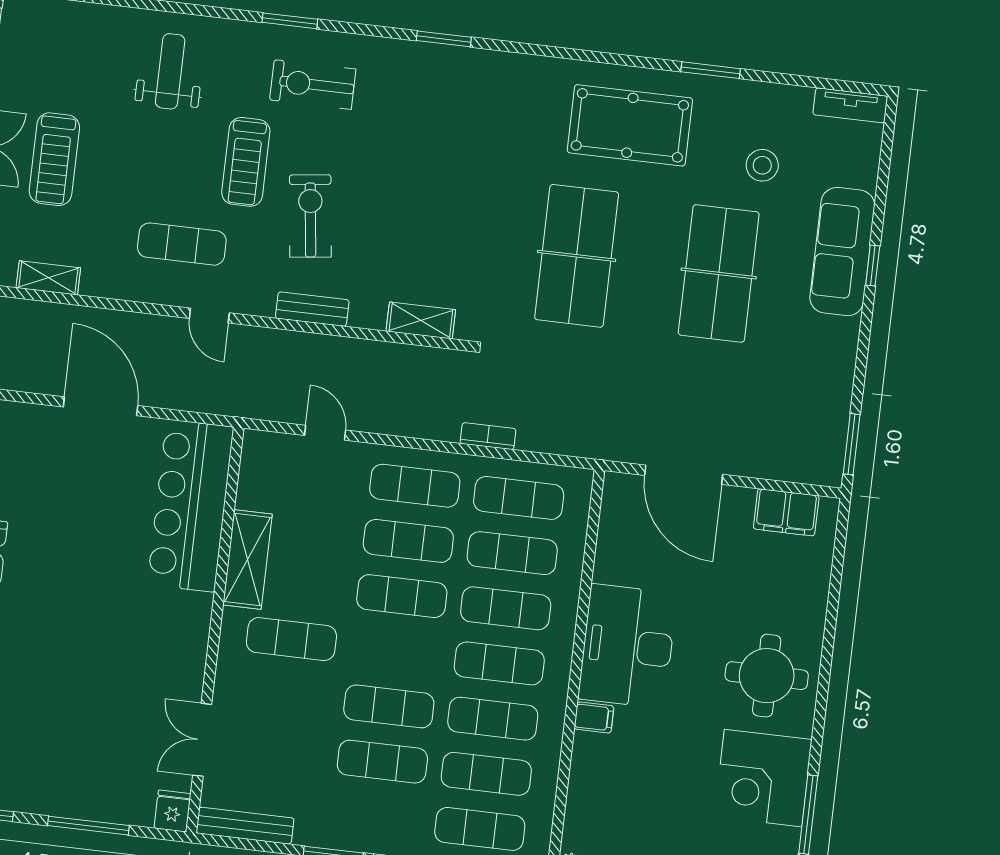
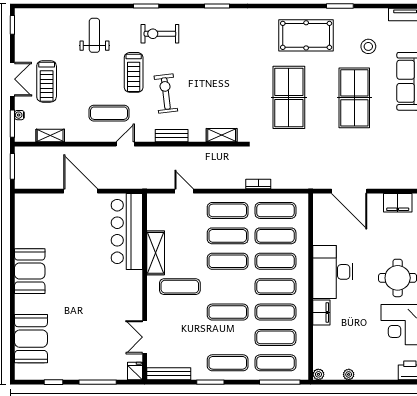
door: (209, 316) -> (125, 144), swing flipped
filing cabinet: (594, 717) -> (321, 312), width x2.00
exercise mat: (382, 762) -> (228, 363), moved

